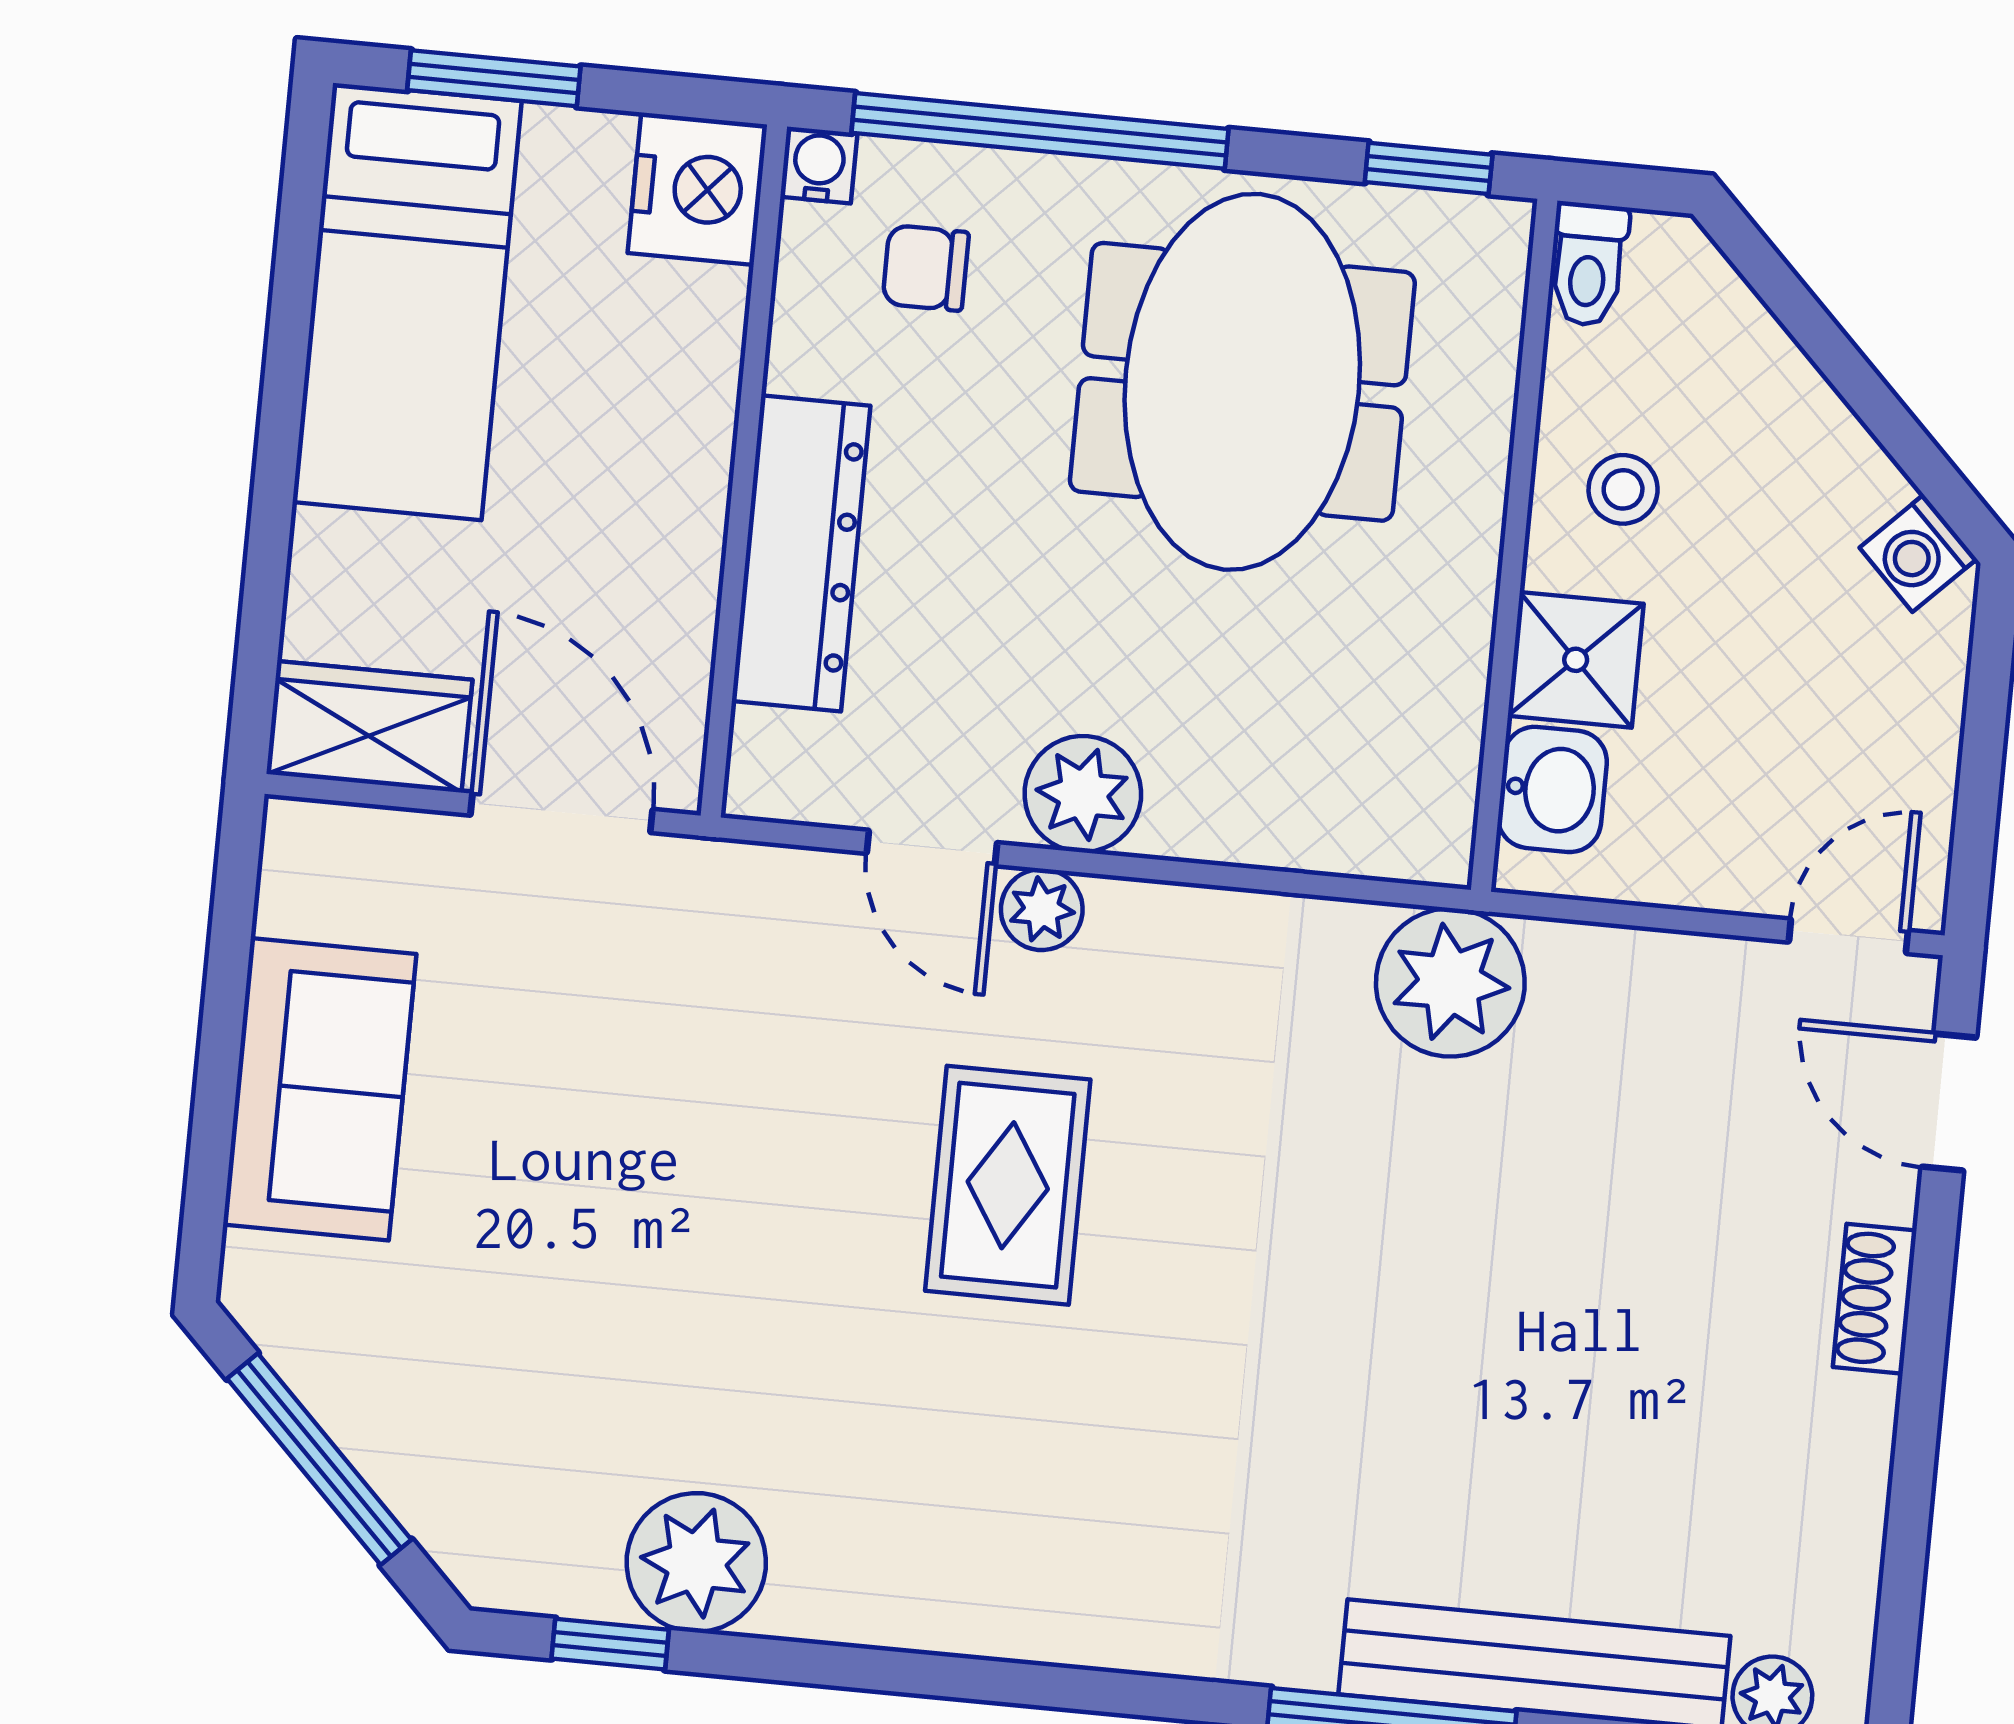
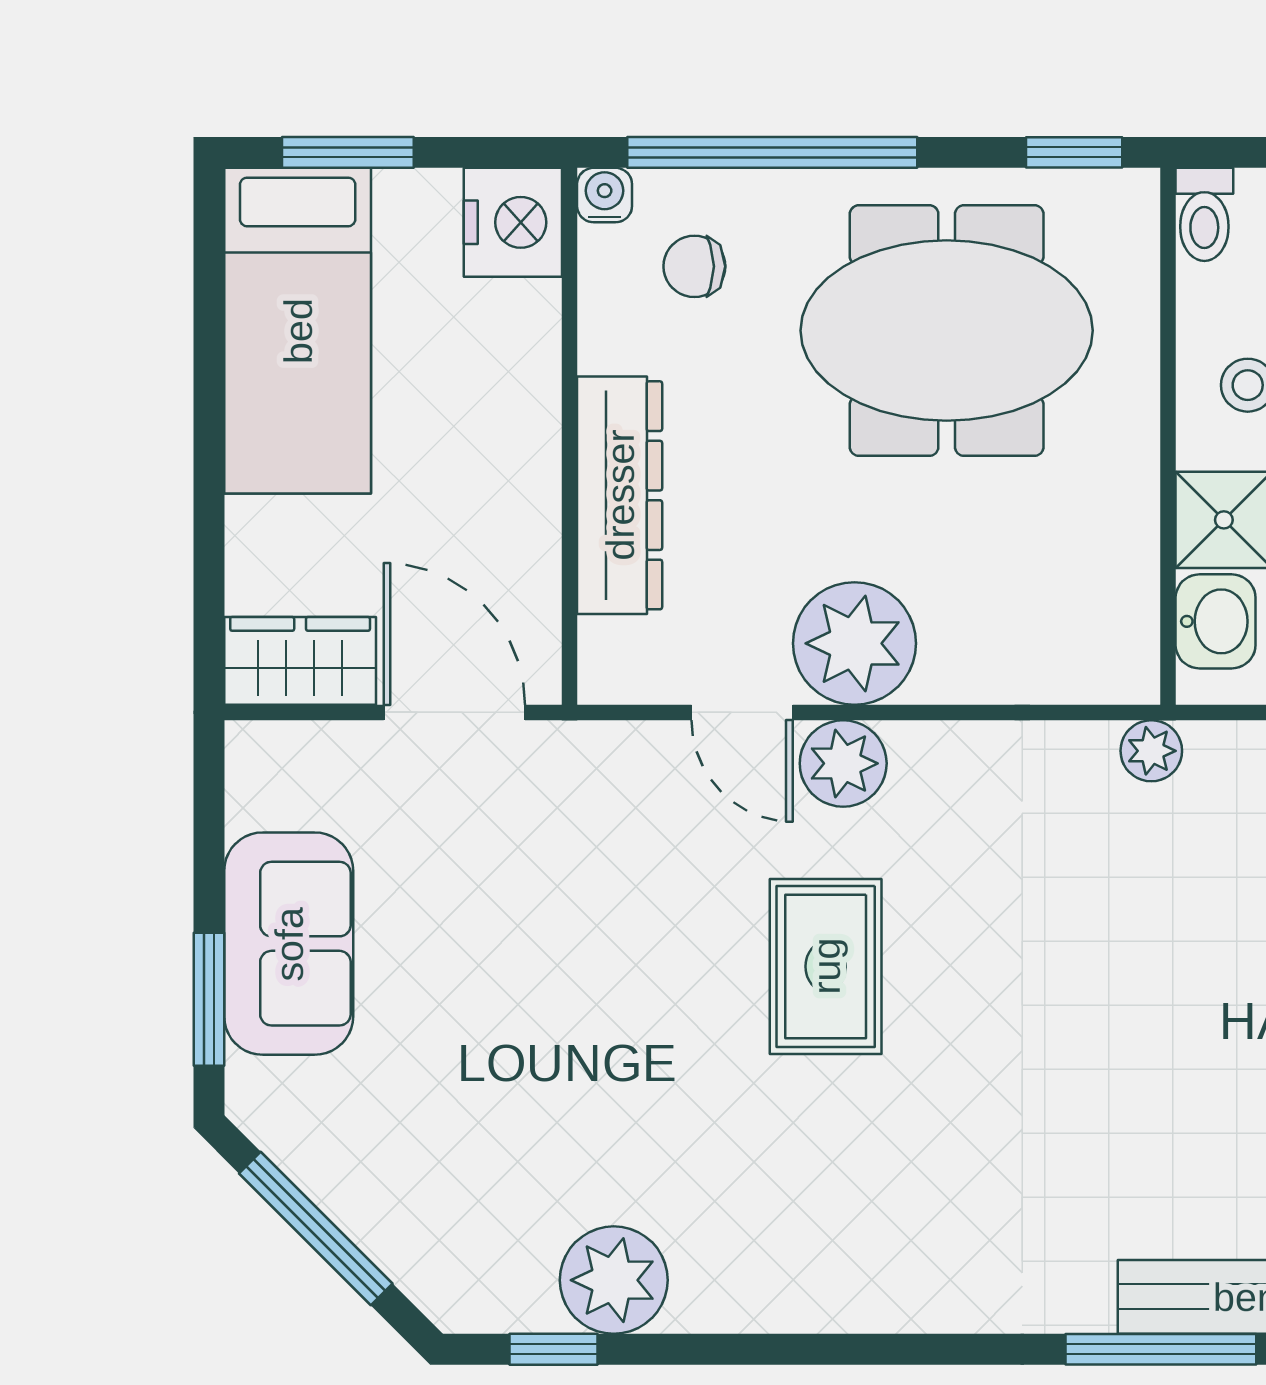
meeting table: (1242, 382) -> (947, 331), turned 90
plant: (1083, 794) -> (854, 643), width x1.36, depth x1.36
plant: (1042, 909) -> (843, 763), width x1.38, depth x1.38
plant: (1450, 982) -> (1151, 751), width x0.53, depth x0.53
window: (210, 1151) -> (209, 999), added

